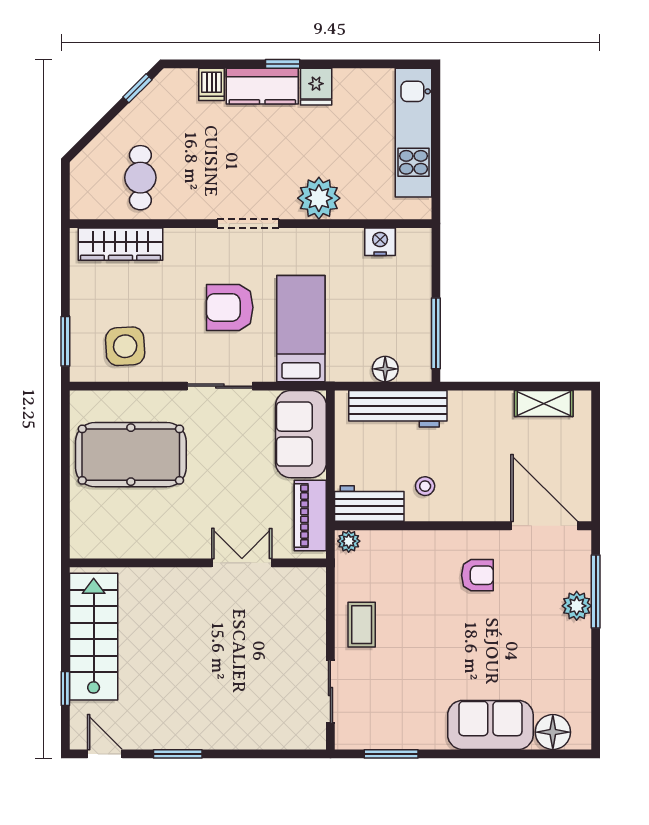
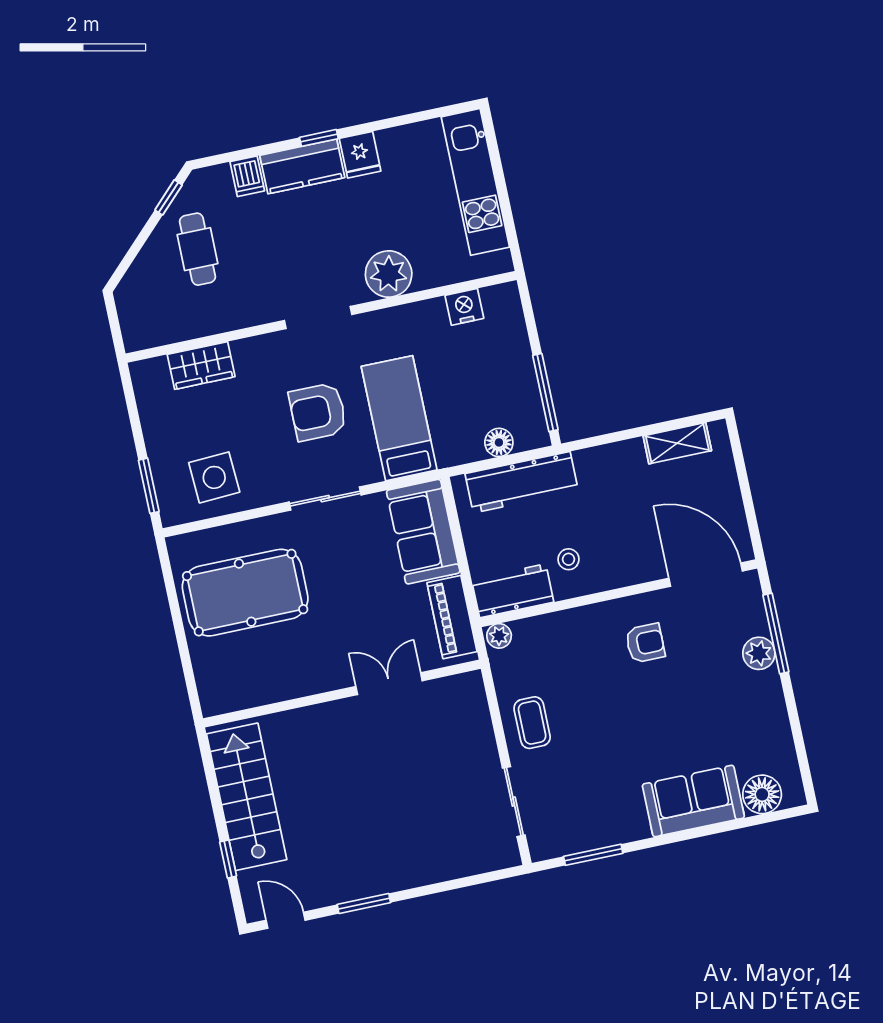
cafe table: (140, 178) -> (197, 249), moved
wardrobe: (121, 244) -> (201, 365), width x0.67

